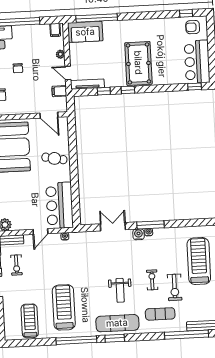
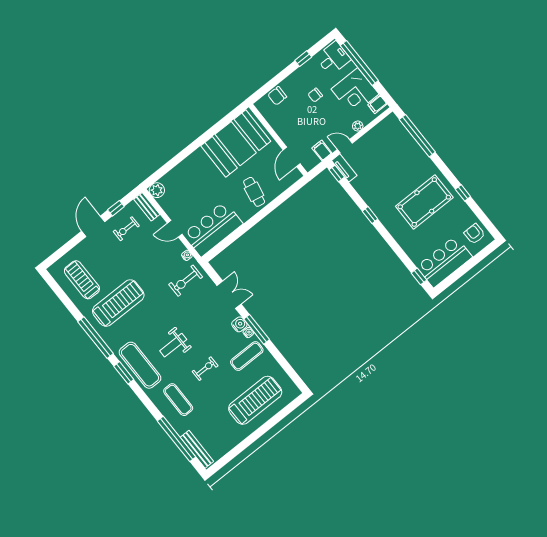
window: (186, 13) -> (463, 193), moved
sofa: (85, 32) -> (396, 134), removed
corner desk: (35, 39) -> (355, 92), added
pool table: (138, 63) -> (424, 202), moved
door: (68, 73) -> (345, 146), hinge flipped
tv unit: (87, 84) -> (344, 168), width x0.71
window: (104, 91) -> (337, 173), moved
exercise mat: (164, 245) -> (247, 356), added
exercise bike: (175, 287) -> (186, 281), moved
treadmill: (30, 321) -> (82, 280), turned -90

